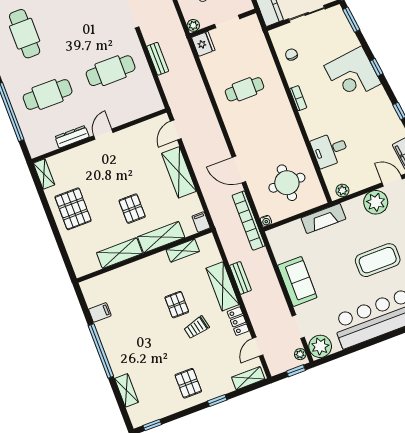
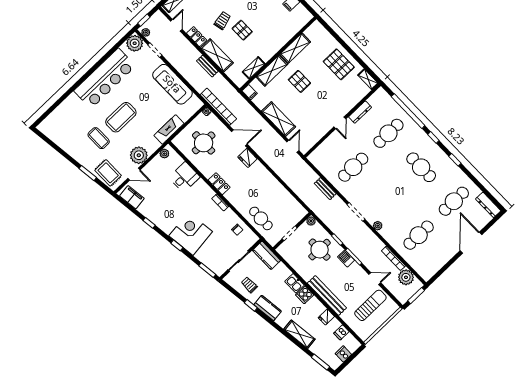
fridge: (203, 44) -> (247, 158), moved
cafe table: (244, 89) -> (261, 218), moved, turned 90
locker: (289, 123) -> (219, 184), added
sofa: (297, 281) -> (172, 84), width x1.36

